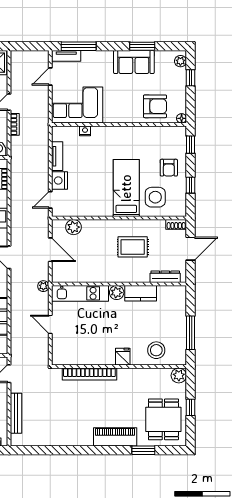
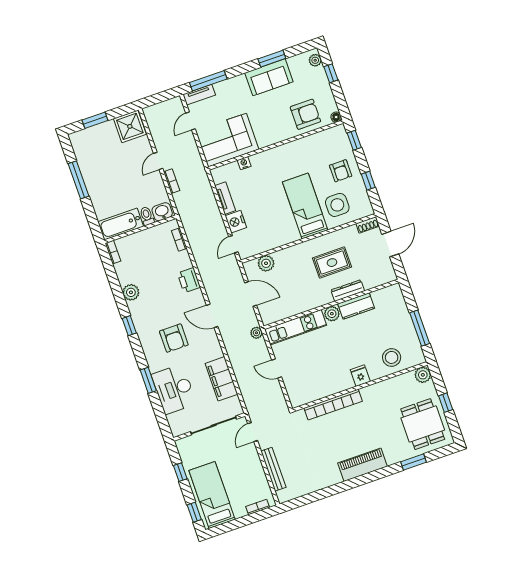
dresser: (165, 277) -> (348, 291), moved
piano: (115, 437) -> (363, 465), moved

